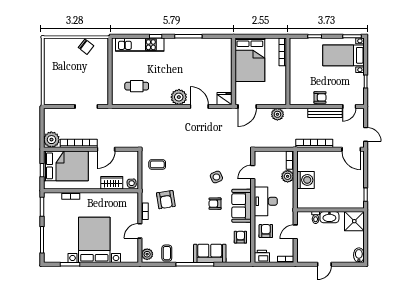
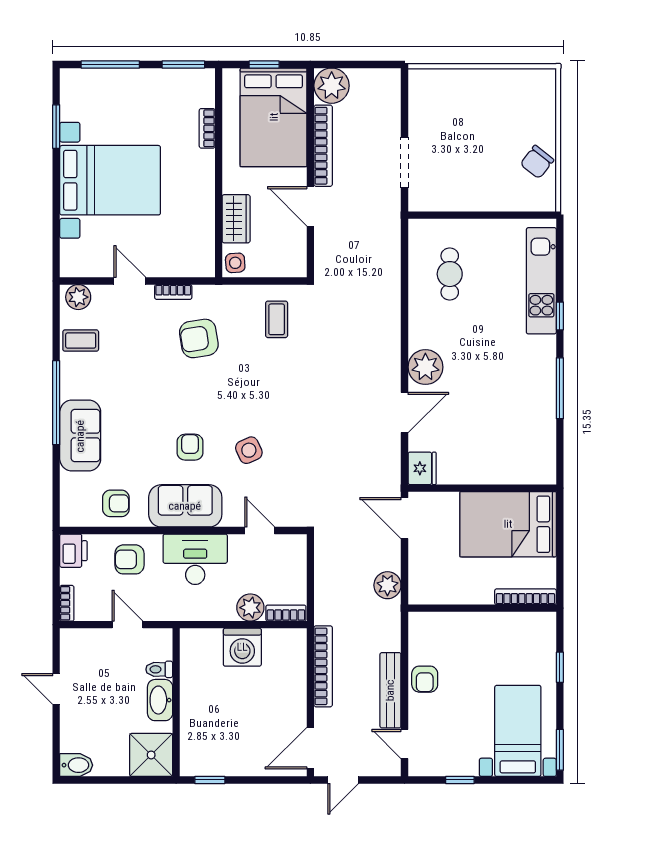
armchair: (266, 231) -> (129, 559), turned 180

